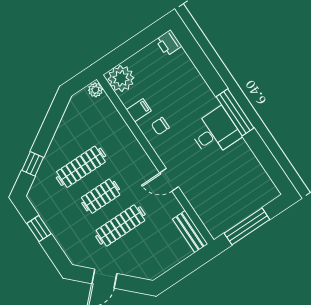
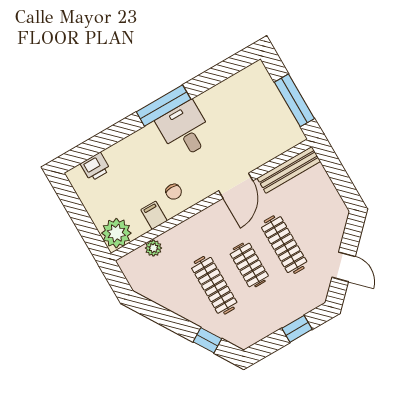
printer: (169, 43) -> (95, 167), moved
plant: (95, 90) -> (153, 248), moved
door: (169, 180) -> (236, 186), width x1.38
window: (39, 229) -> (297, 329), moved
bench: (190, 232) -> (289, 170), width x1.36

